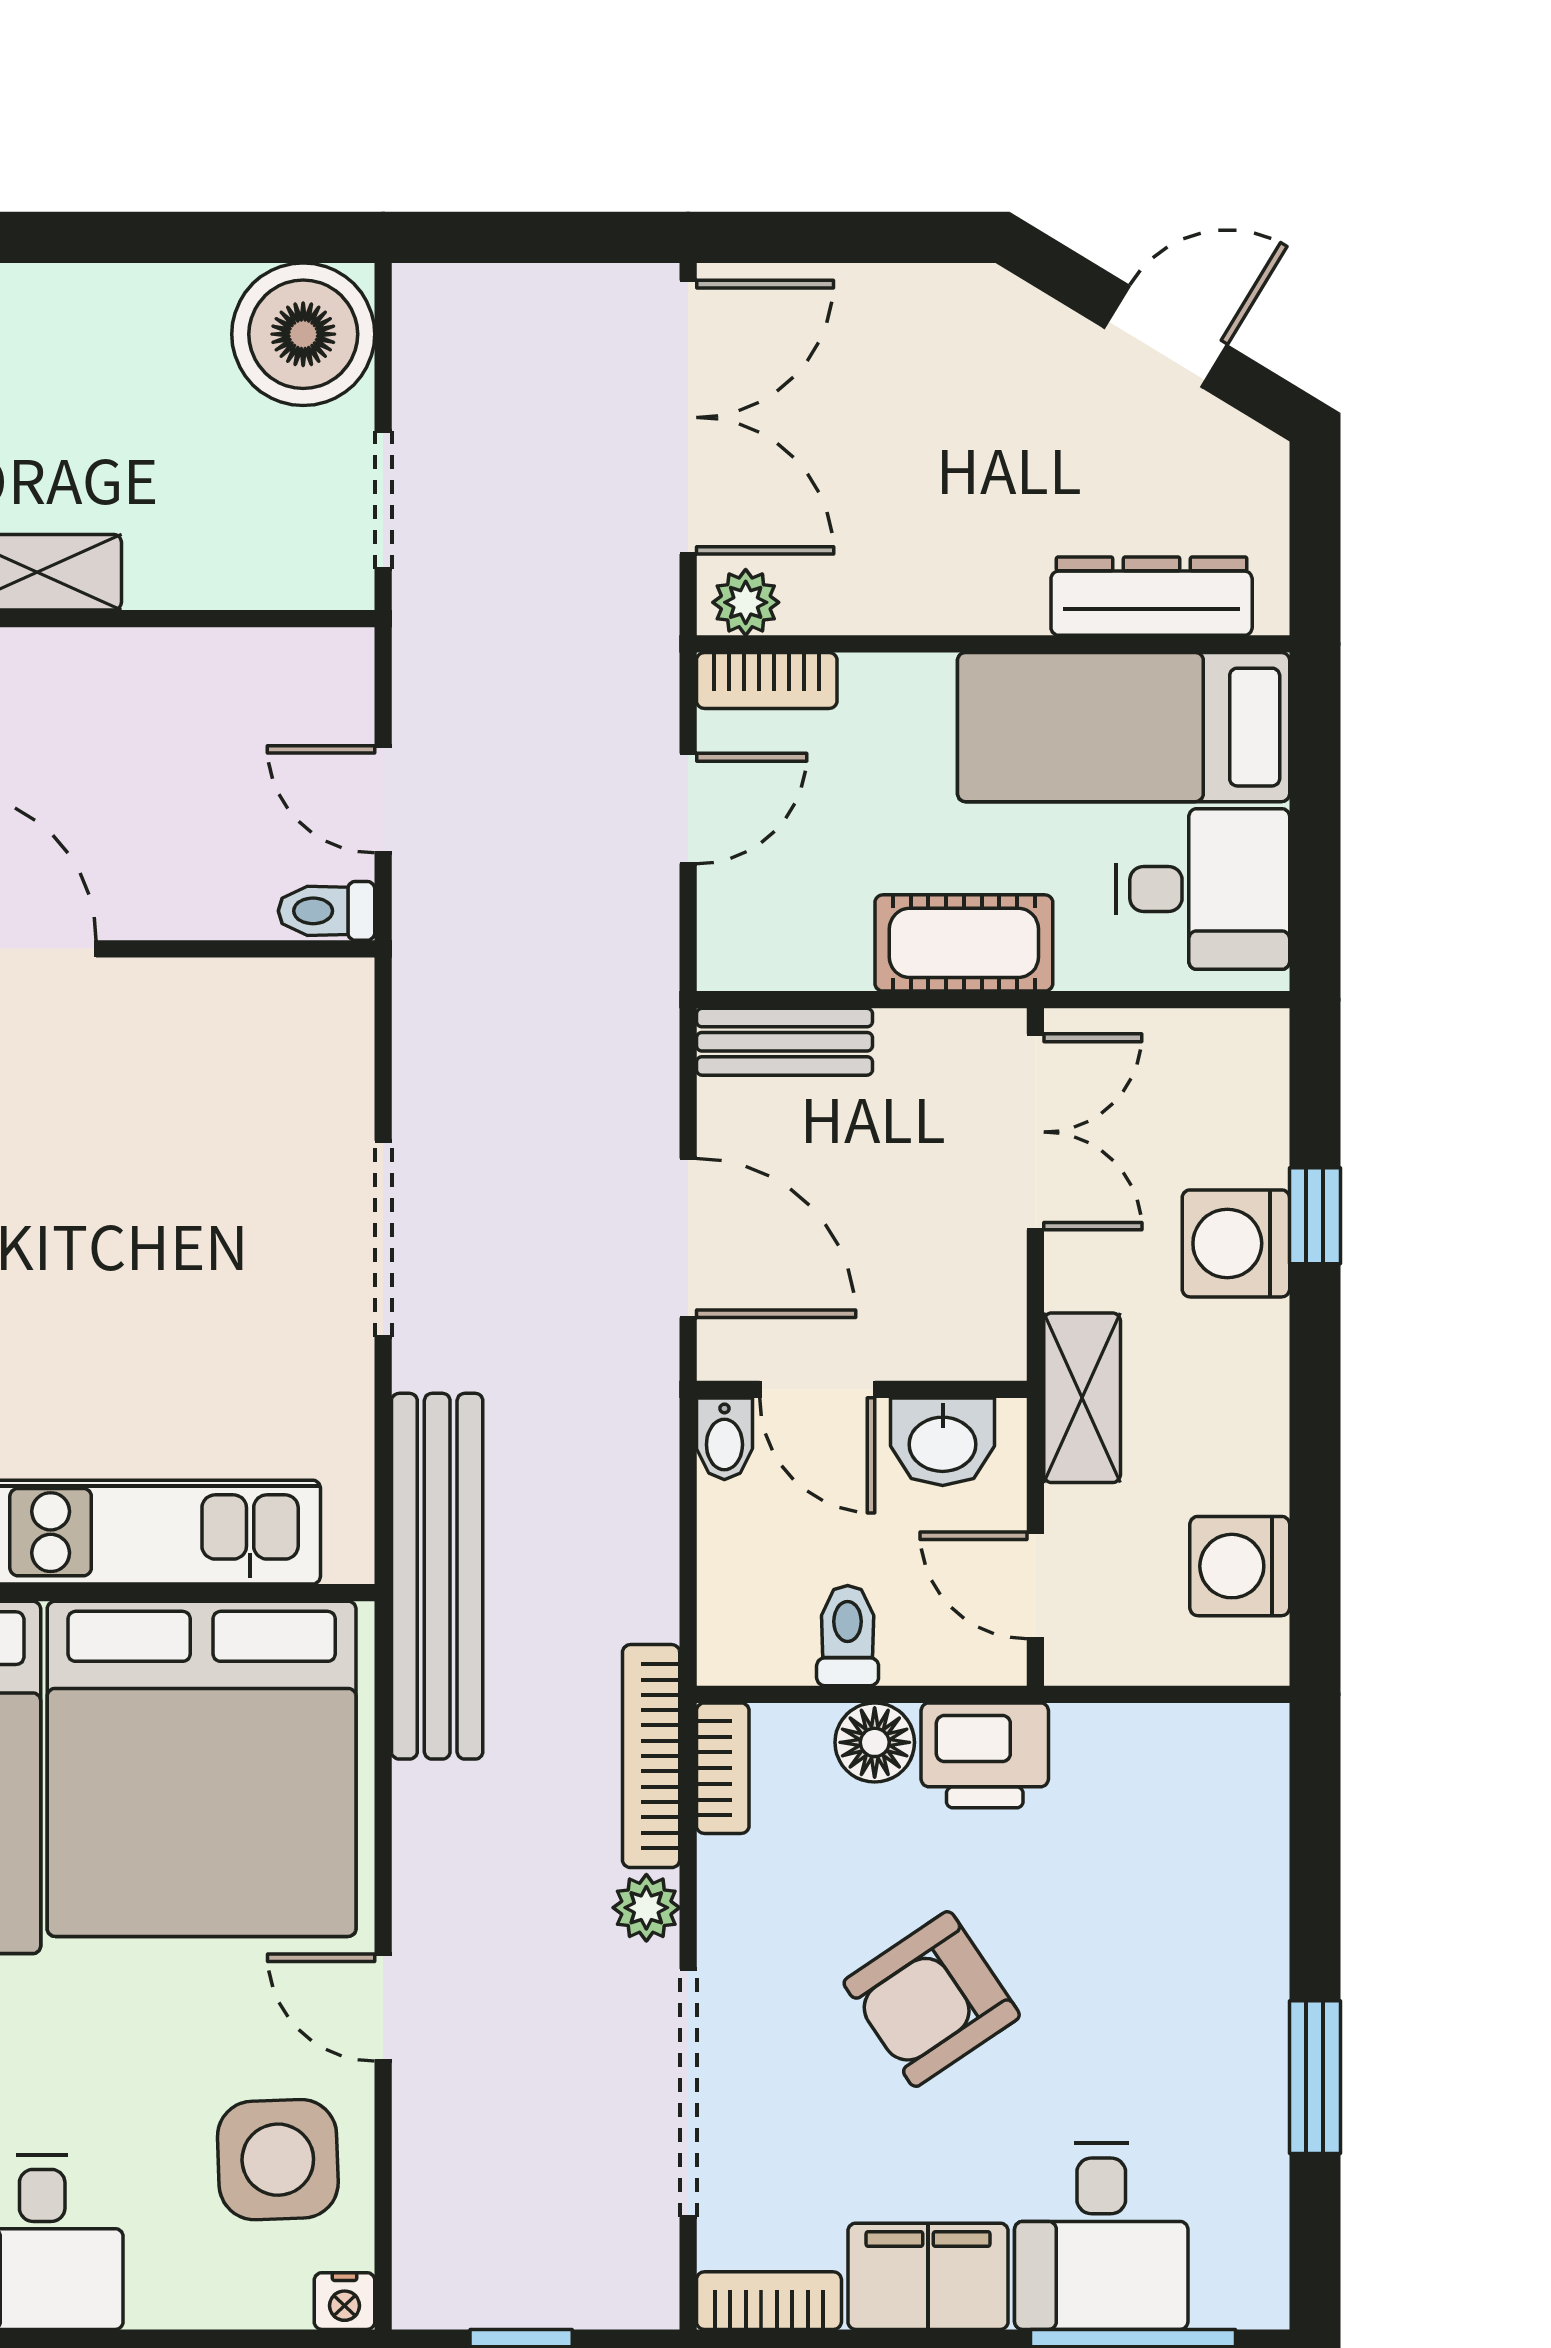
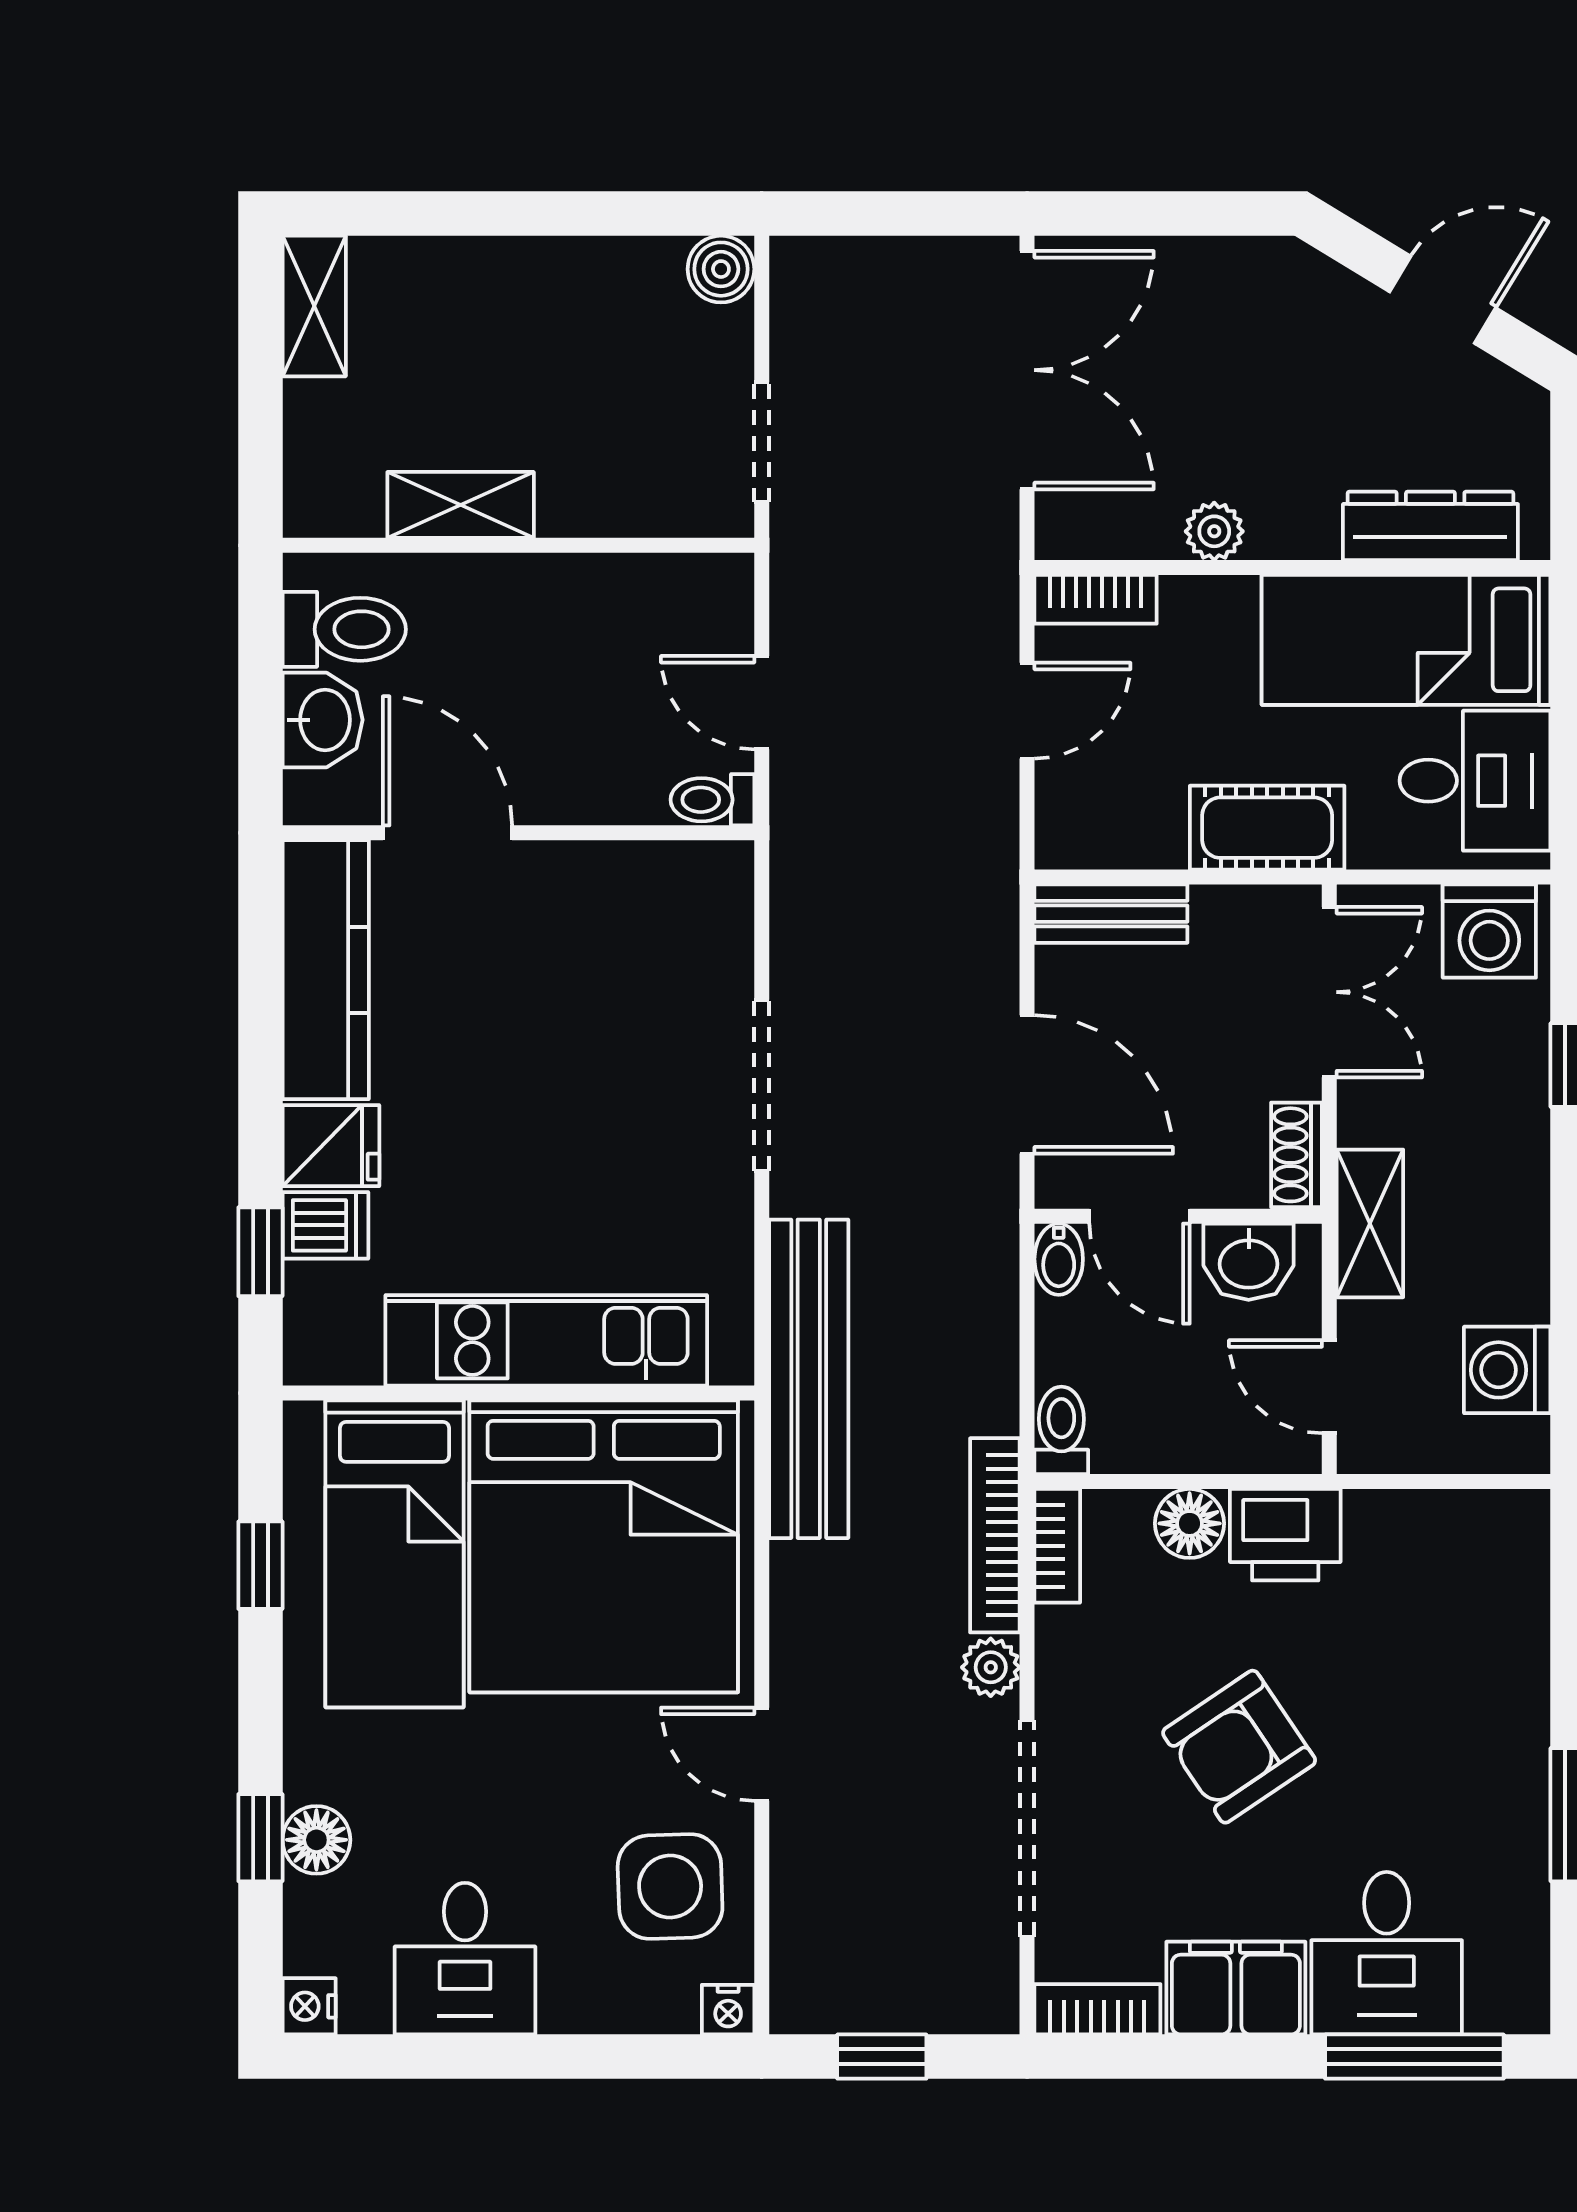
boiler: (303, 334) -> (721, 269), width x0.54, depth x0.54
plant: (746, 602) -> (1214, 531), moved
washing machine: (1236, 1243) -> (1489, 931), moved, turned -90
shoe rack: (998, 1319) -> (1297, 1155), added
toilet: (848, 1636) -> (1061, 1430), moved

